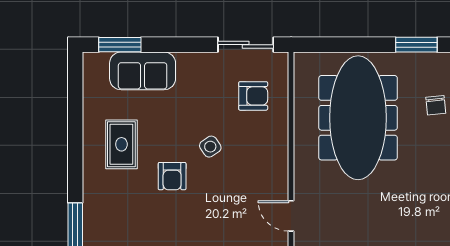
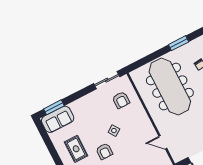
sofa: (143, 71) -> (58, 119), moved
armchair: (253, 96) -> (121, 100), turned 90

